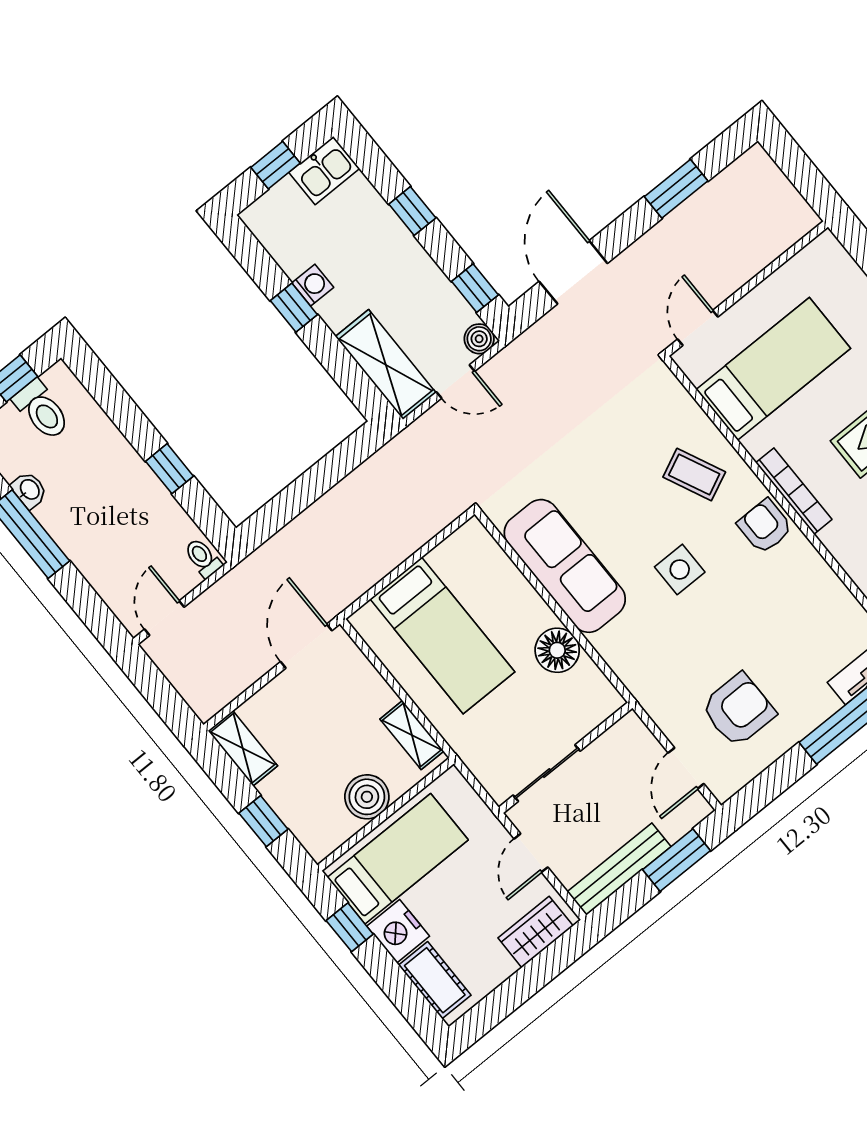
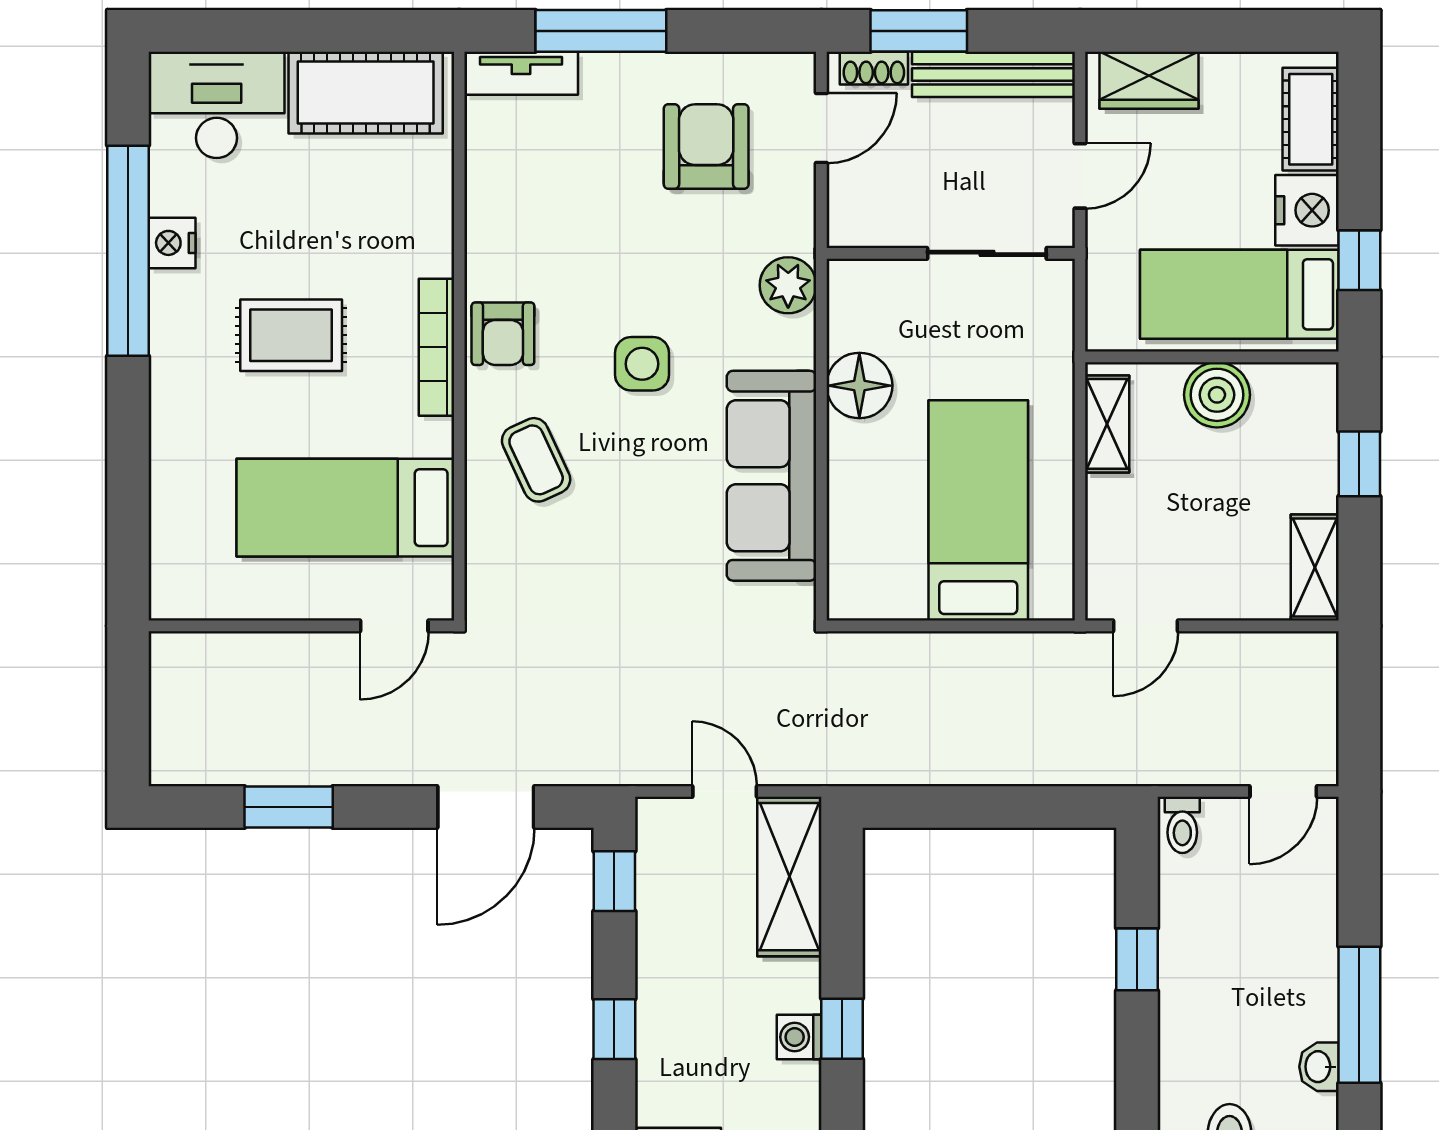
boiler: (479, 339) -> (657, 819), removed
door: (306, 646) -> (1146, 626), width x0.73
plant: (637, 672) -> (788, 285), added
armchair: (738, 710) -> (706, 146), turned 90
shoe rack: (684, 822) -> (874, 68), added

